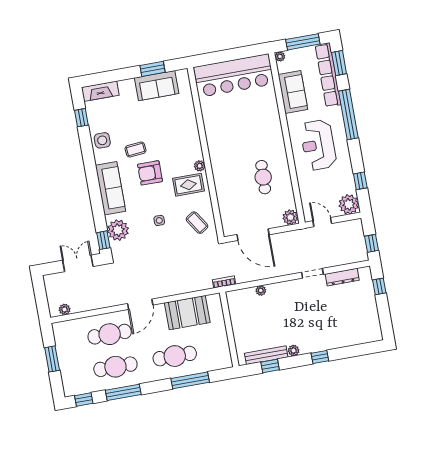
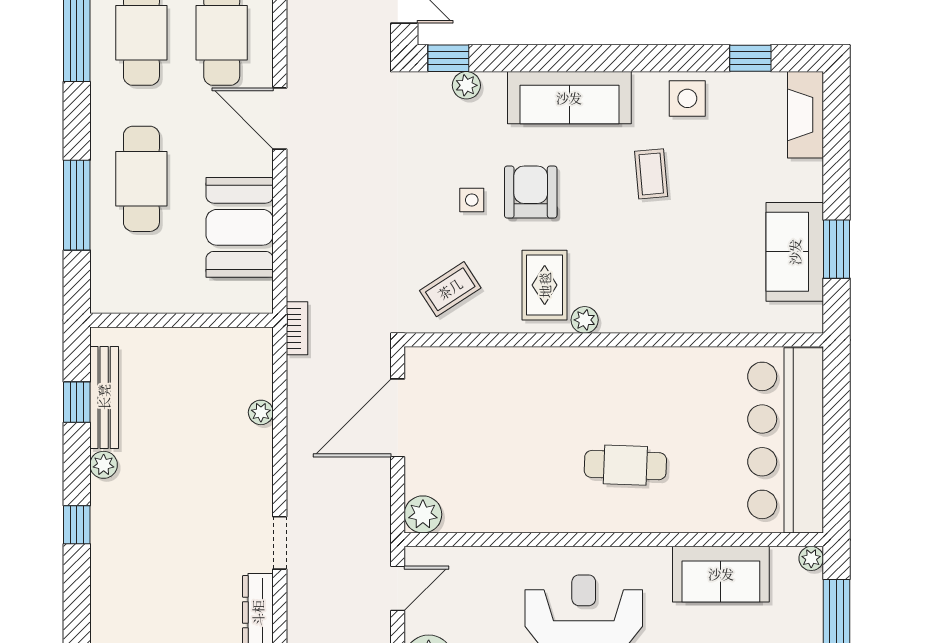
armchair: (150, 173) -> (531, 192), moved
cafe table: (263, 177) -> (625, 465), moved
plant: (118, 230) -> (466, 85), width x0.53, depth x0.53

